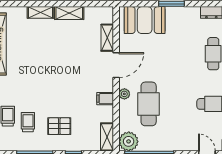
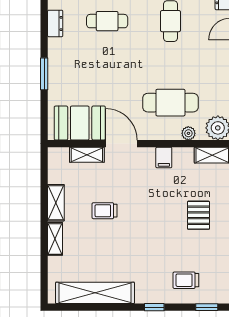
booth: (145, 20) -> (80, 123), moved, turned 90
plant: (124, 94) -> (188, 133), moved
trolley: (28, 122) -> (105, 211), moved

